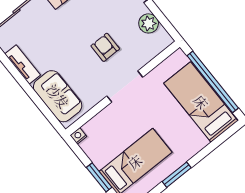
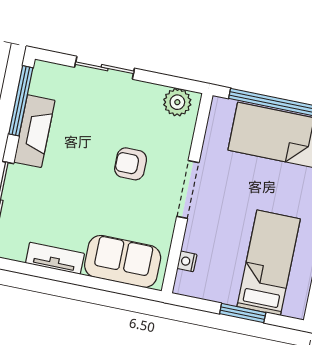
plant: (149, 23) -> (177, 102), moved
nightstand: (78, 136) -> (187, 261), moved

